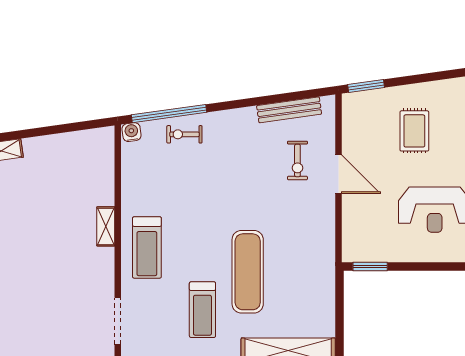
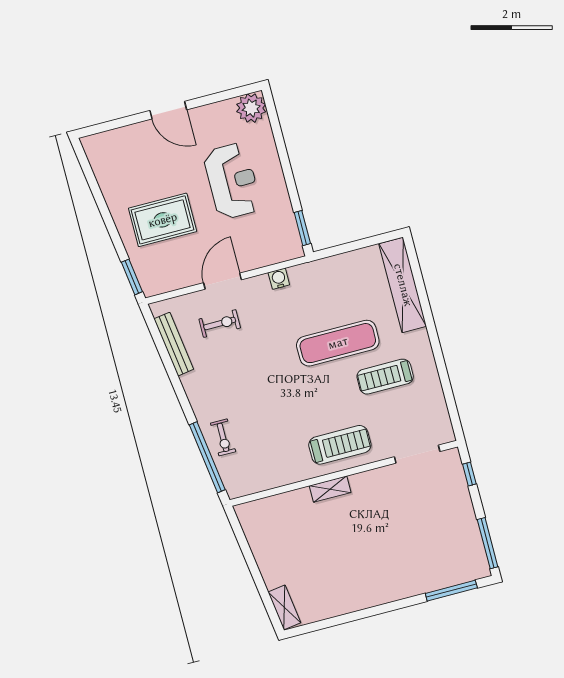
rug: (414, 131) -> (163, 220), width x1.36, depth x1.43
water cooler: (132, 132) -> (279, 279), moved, turned 98
treadmill: (202, 310) -> (385, 377), turned 180

